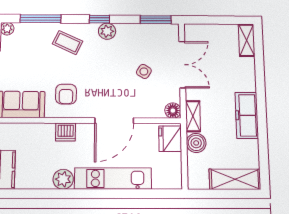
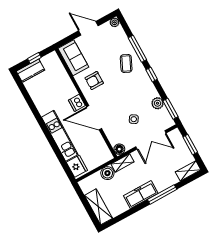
window: (41, 19) -> (137, 49), moved
window: (214, 20) -> (190, 145), added
plant: (107, 31) -> (158, 103), moved
window: (260, 88) -> (162, 194), added
dishwasher: (66, 132) -> (77, 103), moved
fridge: (170, 139) -> (77, 166), moved, turned 90
plant: (63, 179) -> (44, 107), removed

